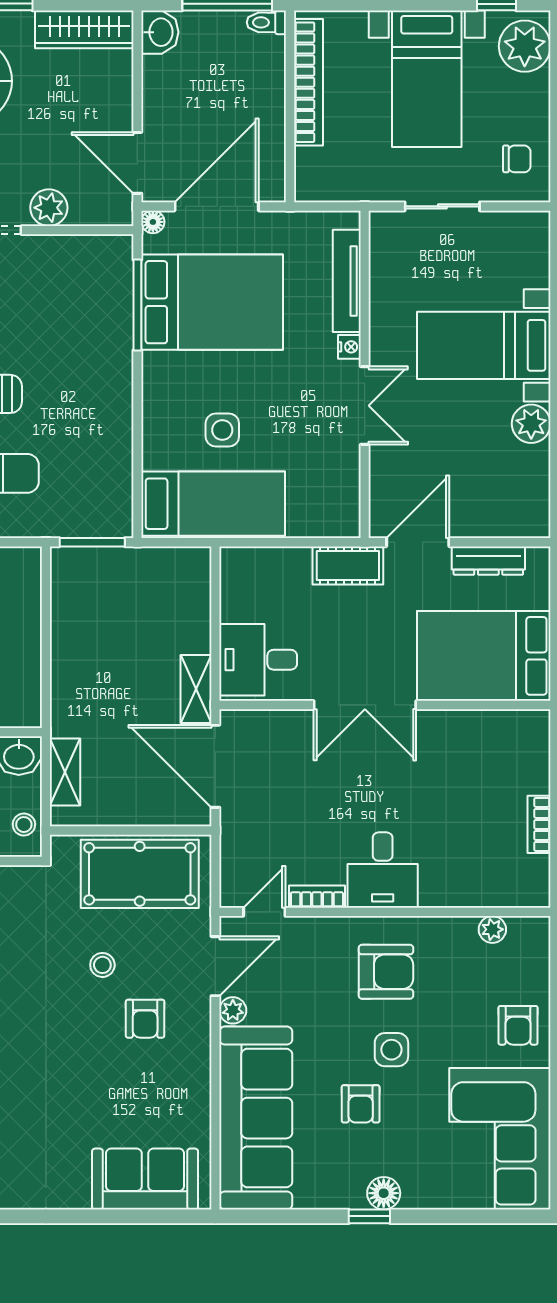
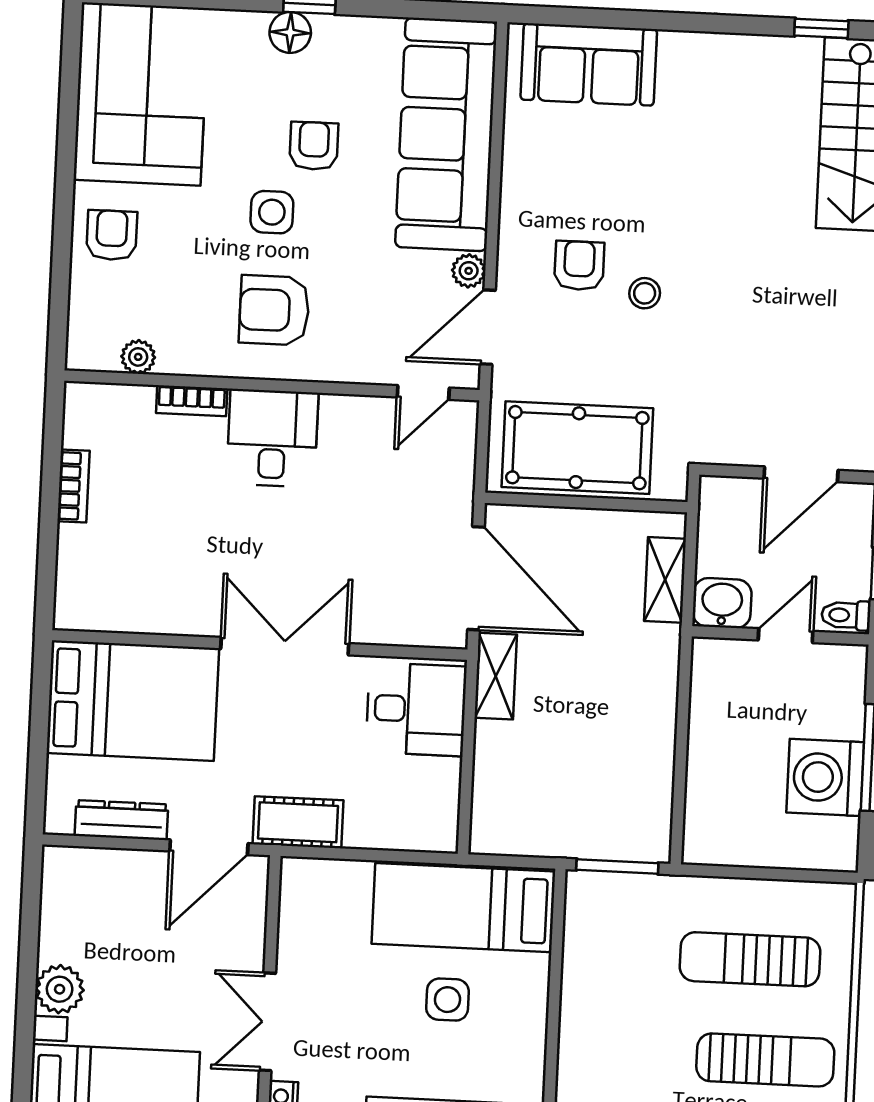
stool: (24, 825) -> (720, 516), removed
bookcase: (317, 897) -> (192, 401), moved
stool: (102, 965) -> (645, 293), moved

